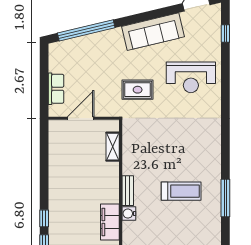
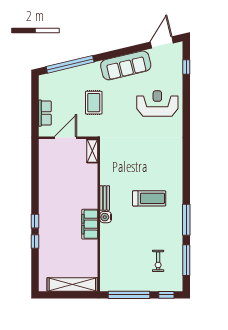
reception desk: (191, 77) -> (157, 104), turned 180
rug: (138, 90) -> (94, 103), moved, turned 90
shelving: (113, 147) -> (92, 151), moved
window: (225, 198) -> (186, 220), moved

